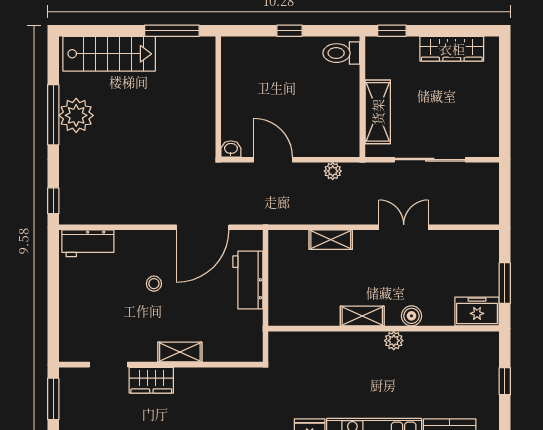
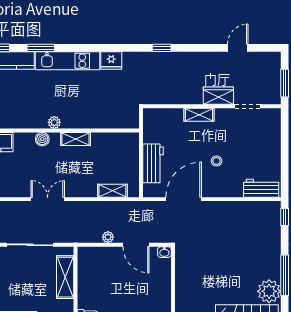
plant: (76, 115) -> (269, 291), moved
plant: (333, 171) -> (108, 237), moved
double door: (404, 227) -> (48, 199), swing flipped
shelving: (331, 240) -> (112, 191), moved

